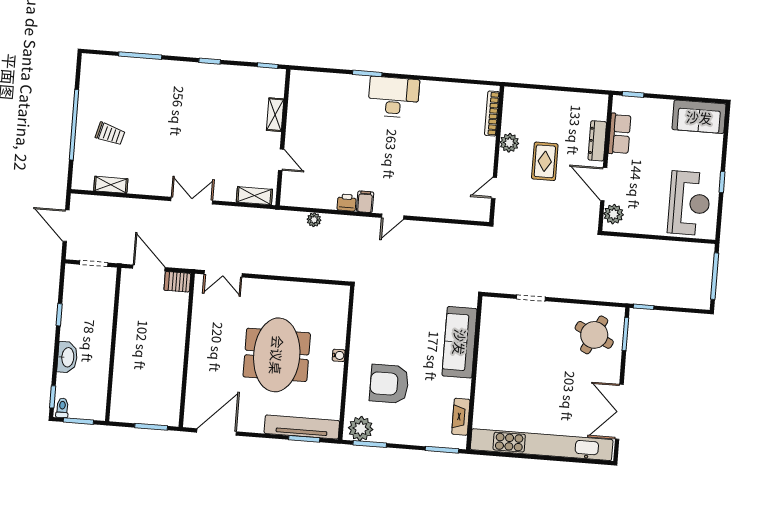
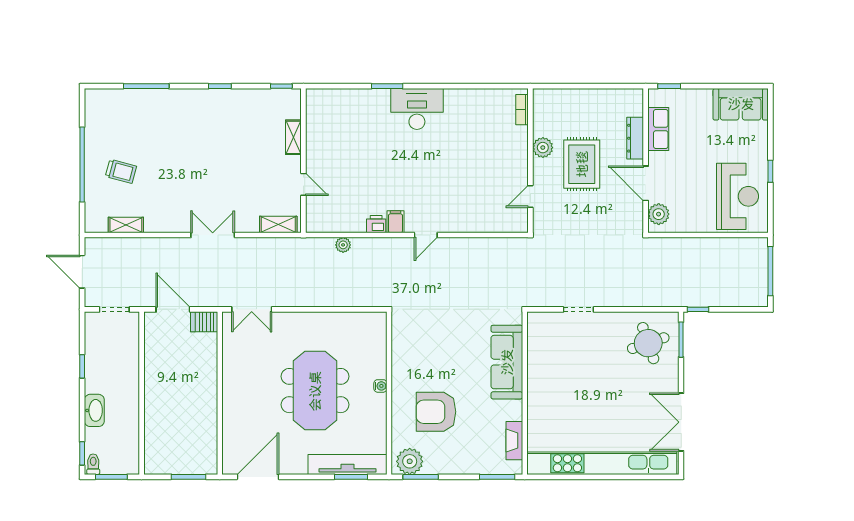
bookcase: (492, 114) -> (522, 110), width x0.64
rug: (545, 161) -> (582, 164), width x1.36, depth x1.43
round table: (594, 335) -> (648, 343), turned 45

